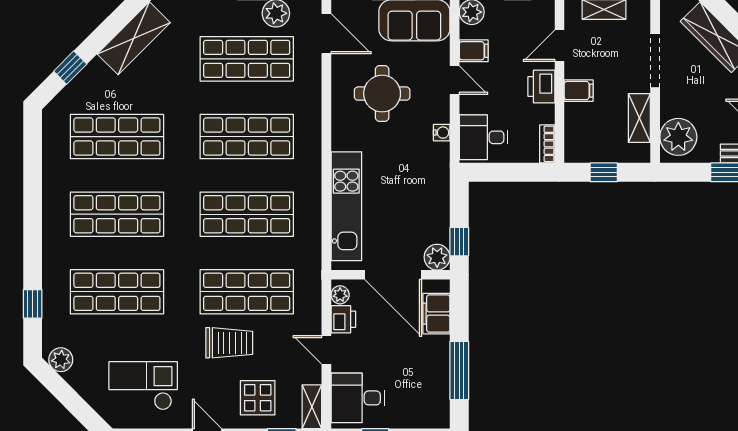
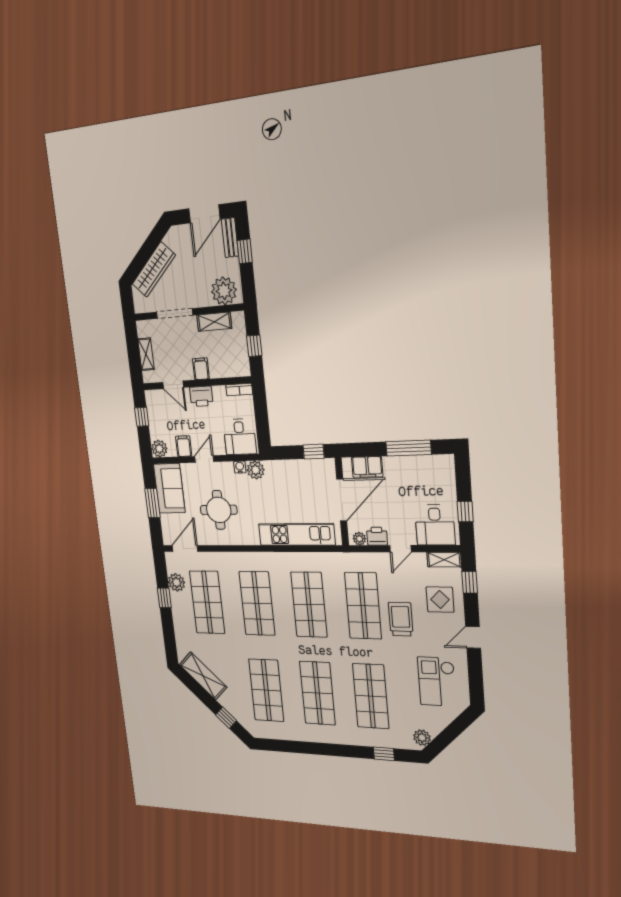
plant: (437, 257) -> (256, 470), moved

